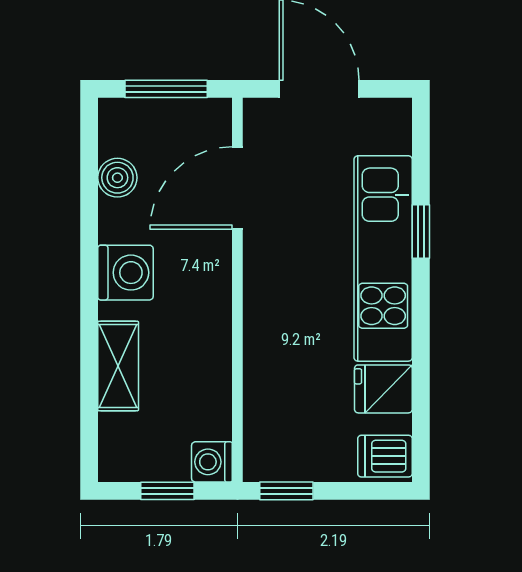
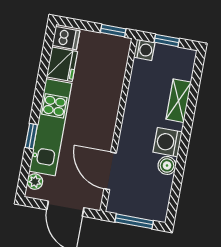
plant: (395, 135) -> (35, 182), added
boiler: (117, 178) -> (167, 165), moved
door: (237, 188) -> (110, 171), swing flipped
fridge: (383, 389) -> (62, 64), width x1.38

